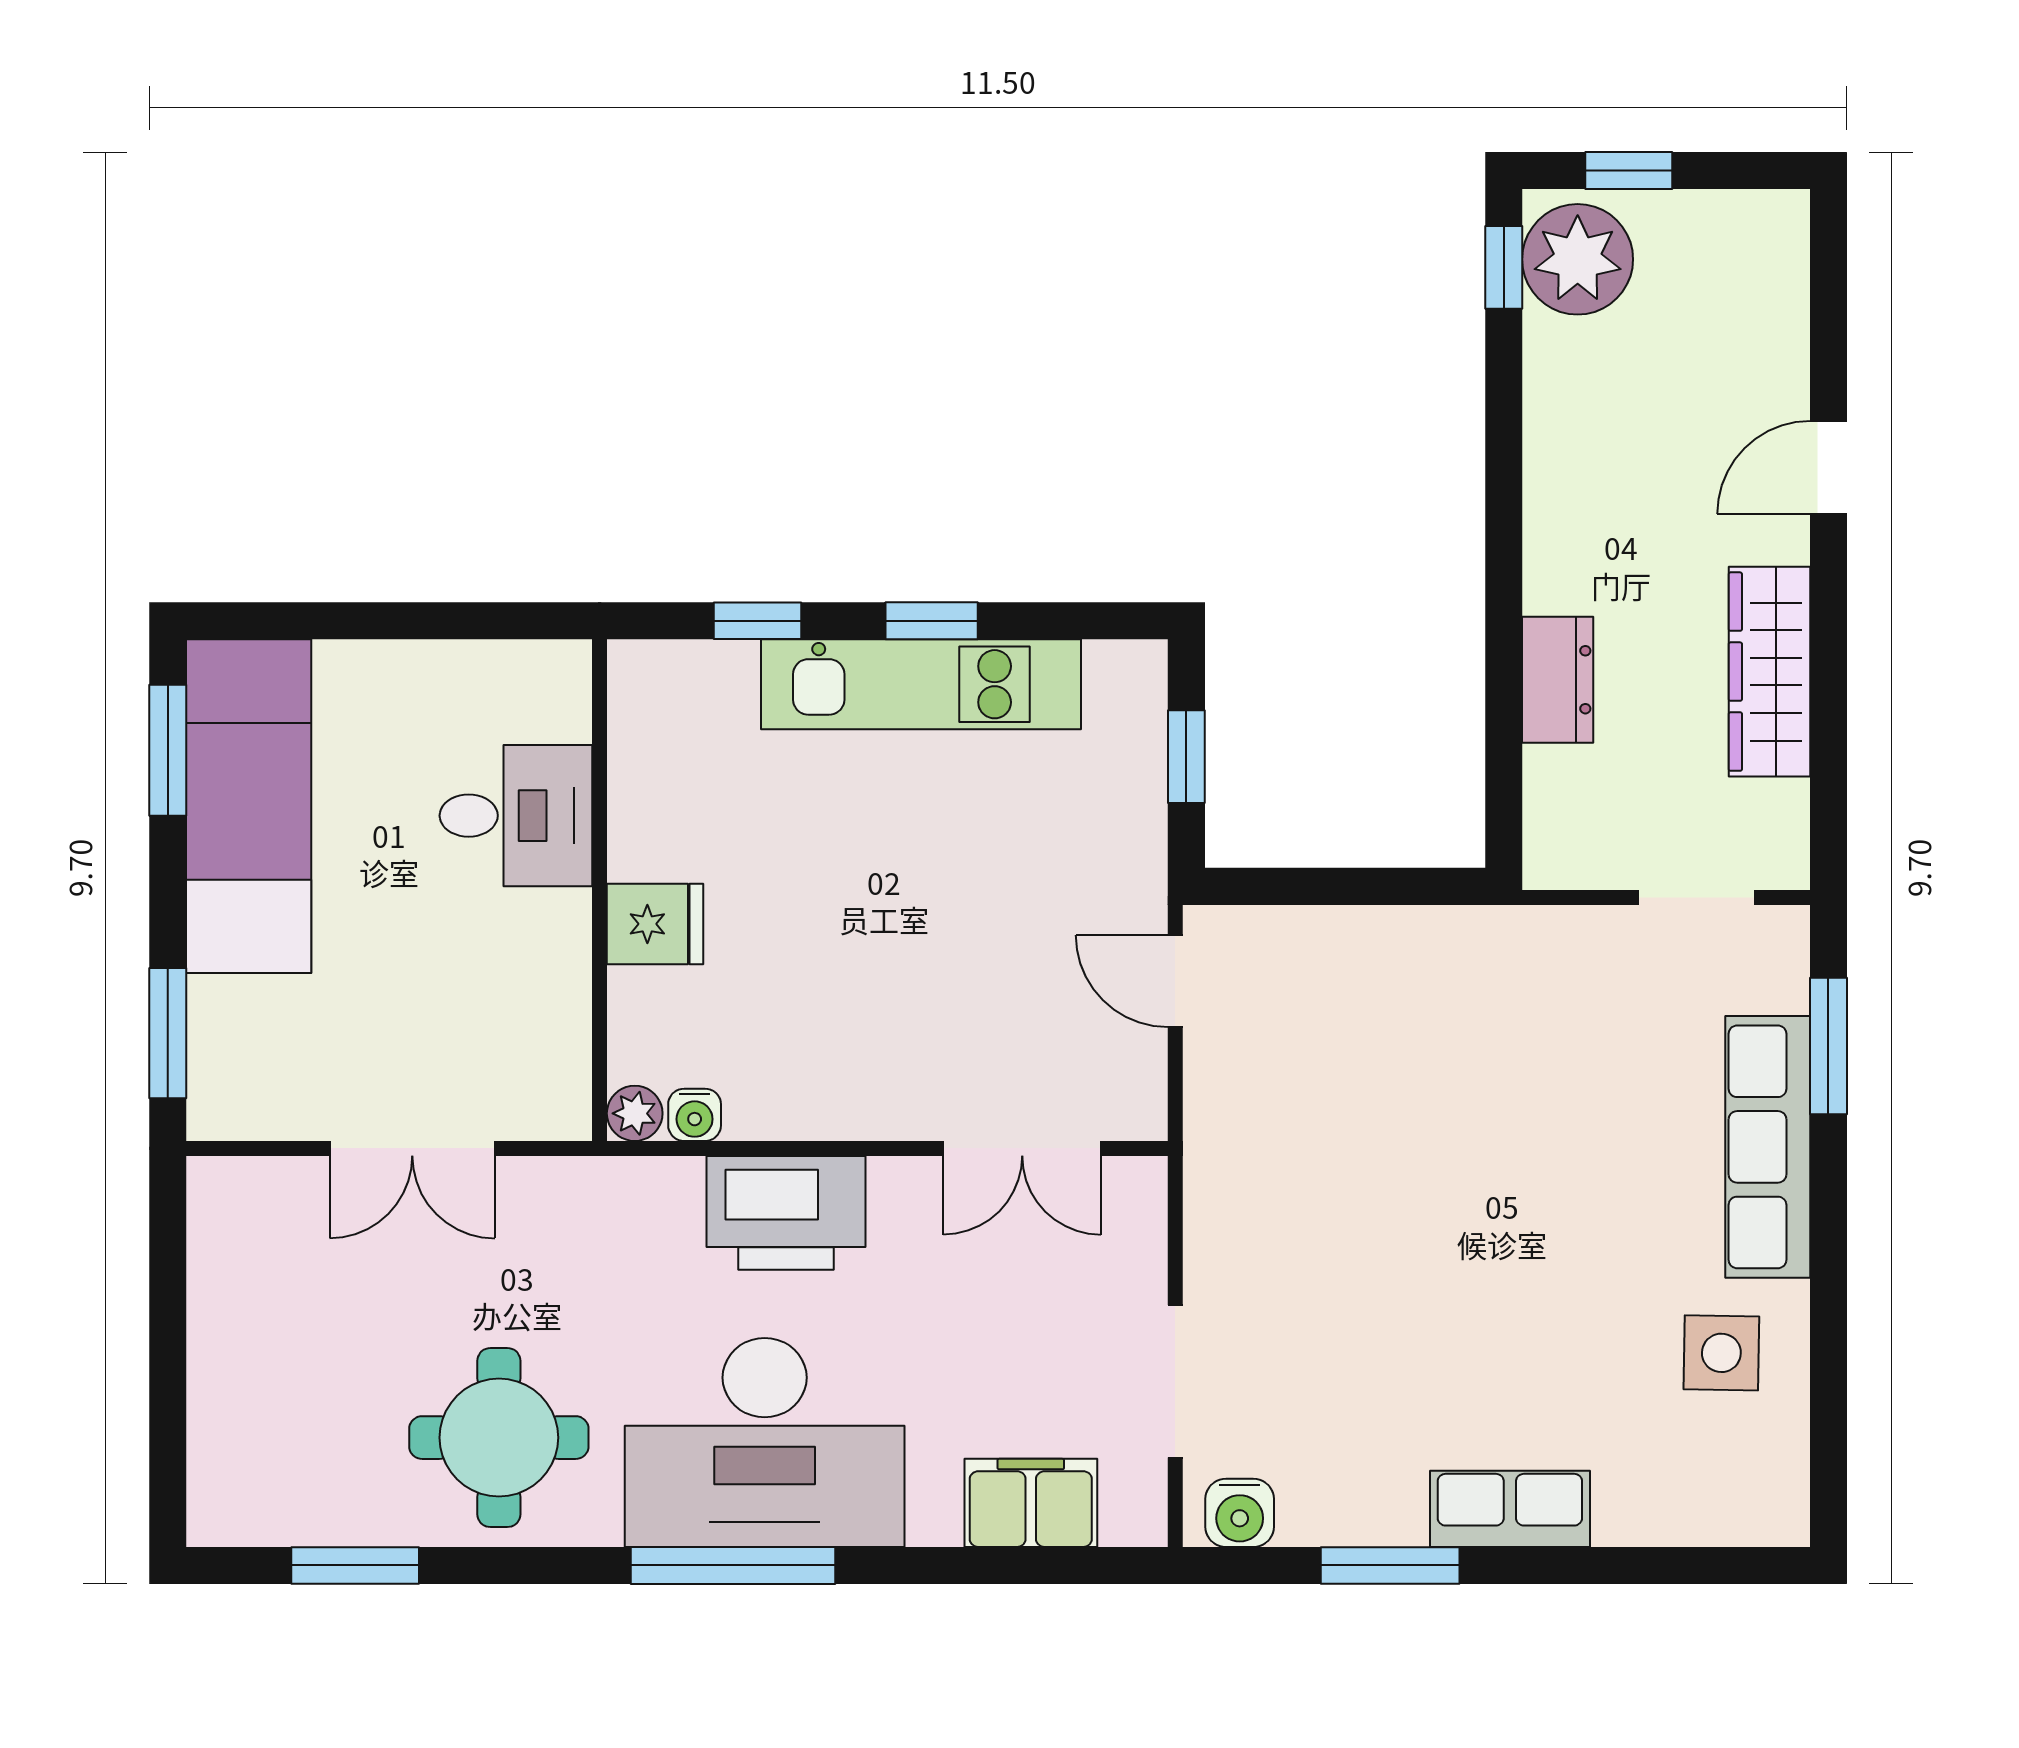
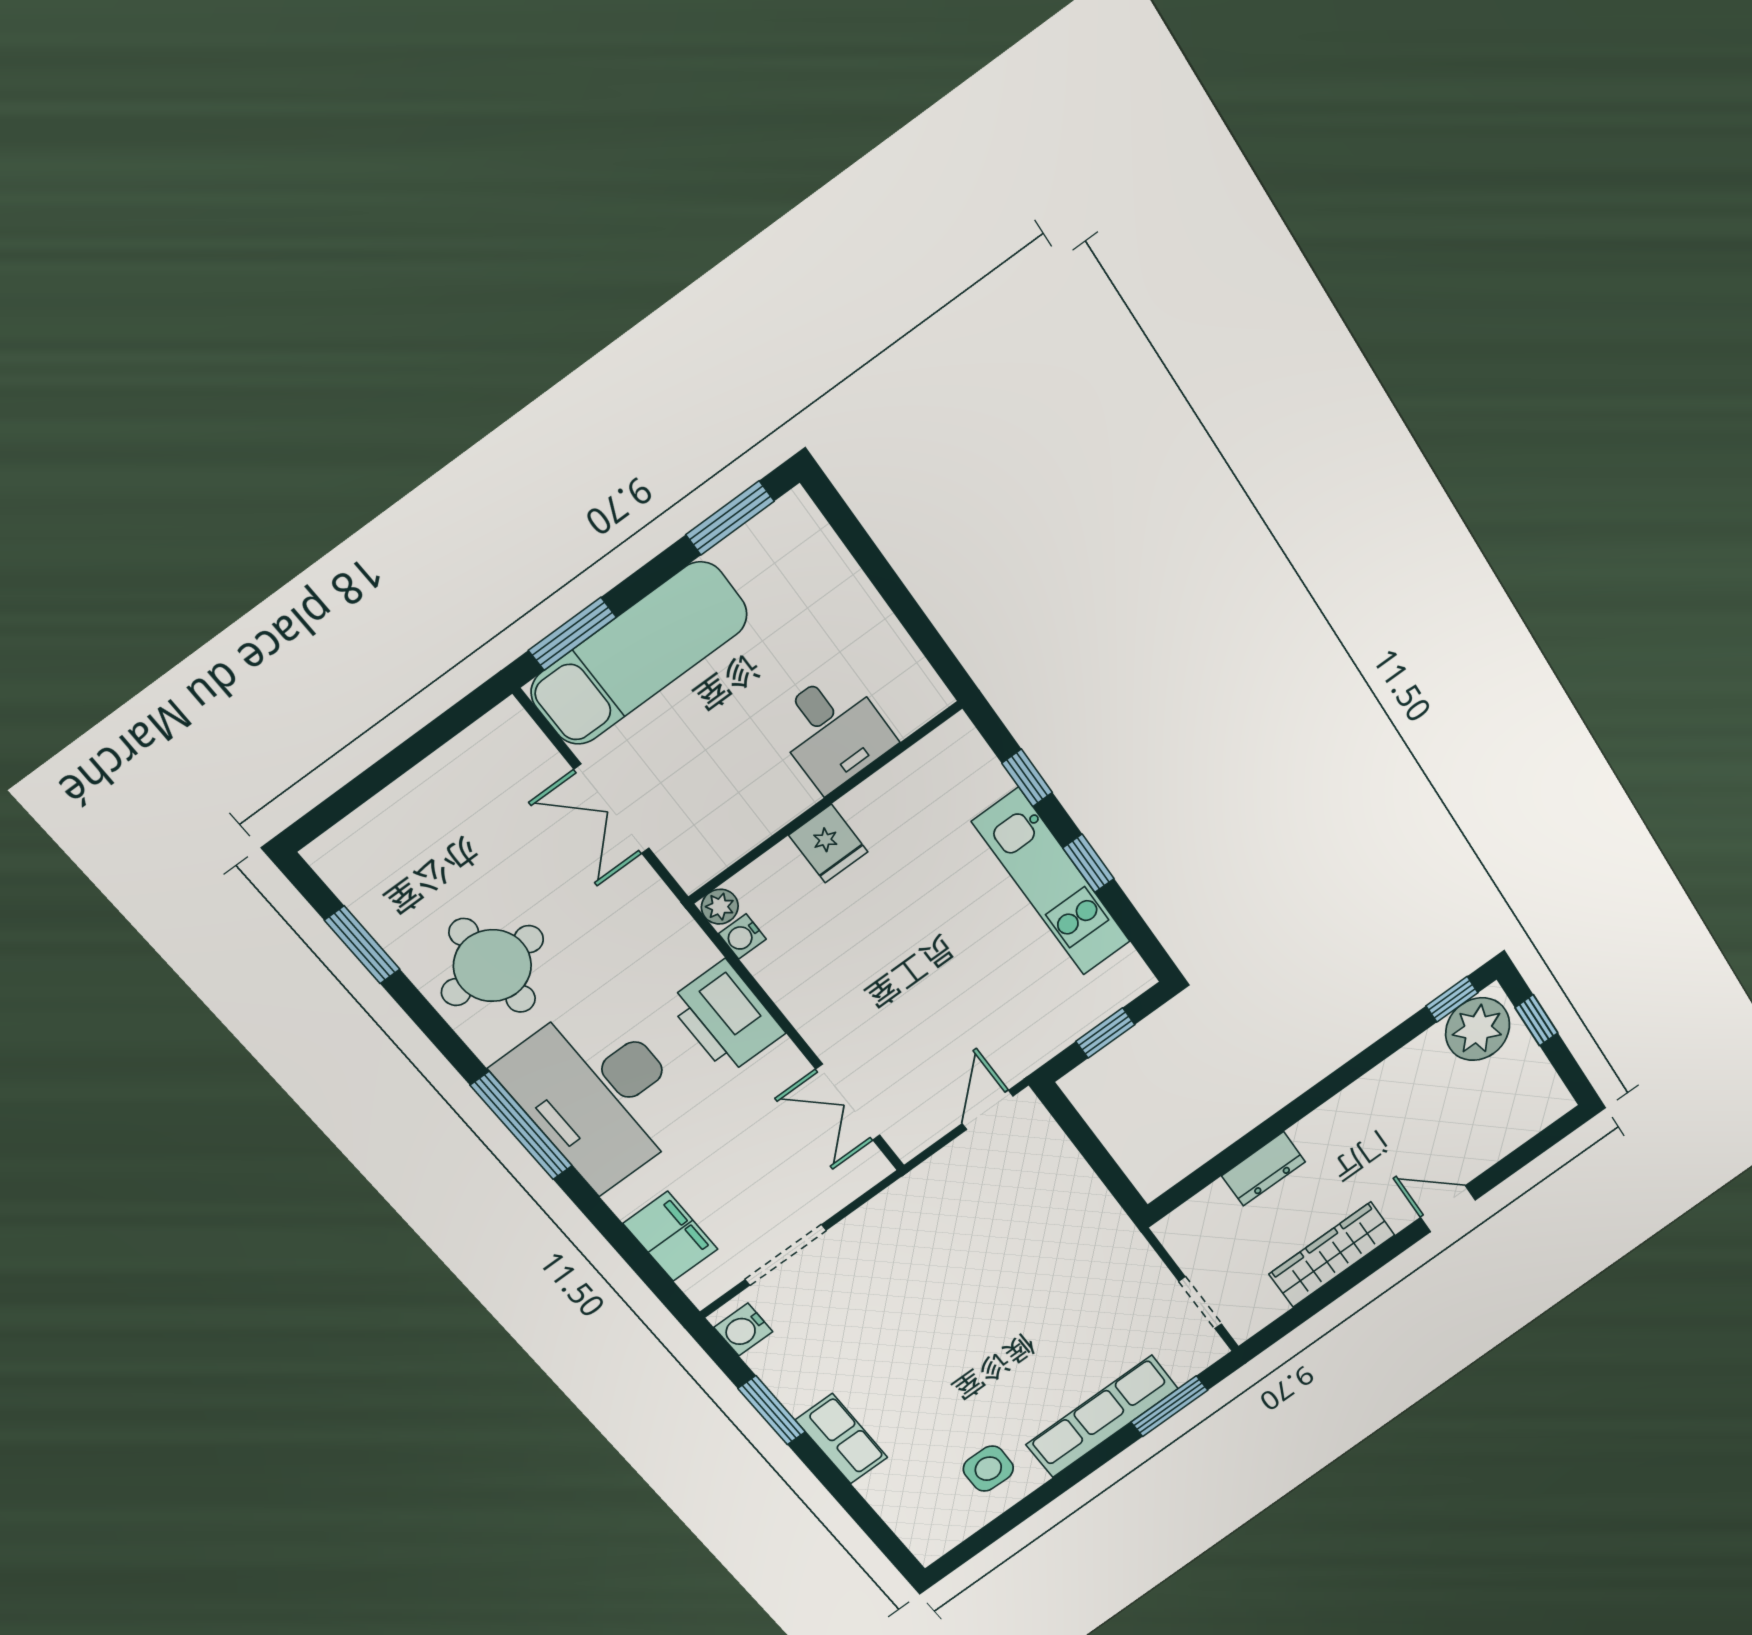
exam couch: (249, 806) -> (639, 653), moved

